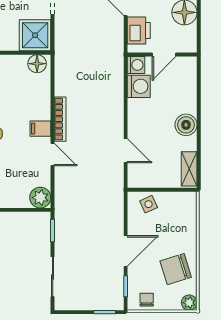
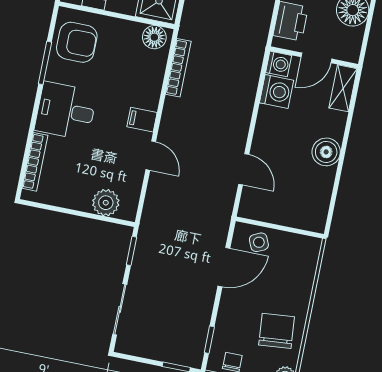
bookcase: (60, 119) -> (178, 68), moved
shelving: (189, 169) -> (343, 88), moved
plant: (40, 198) -> (106, 203), moved
door: (126, 251) -> (224, 267), moved
chair: (176, 269) -> (277, 331), turned 102

